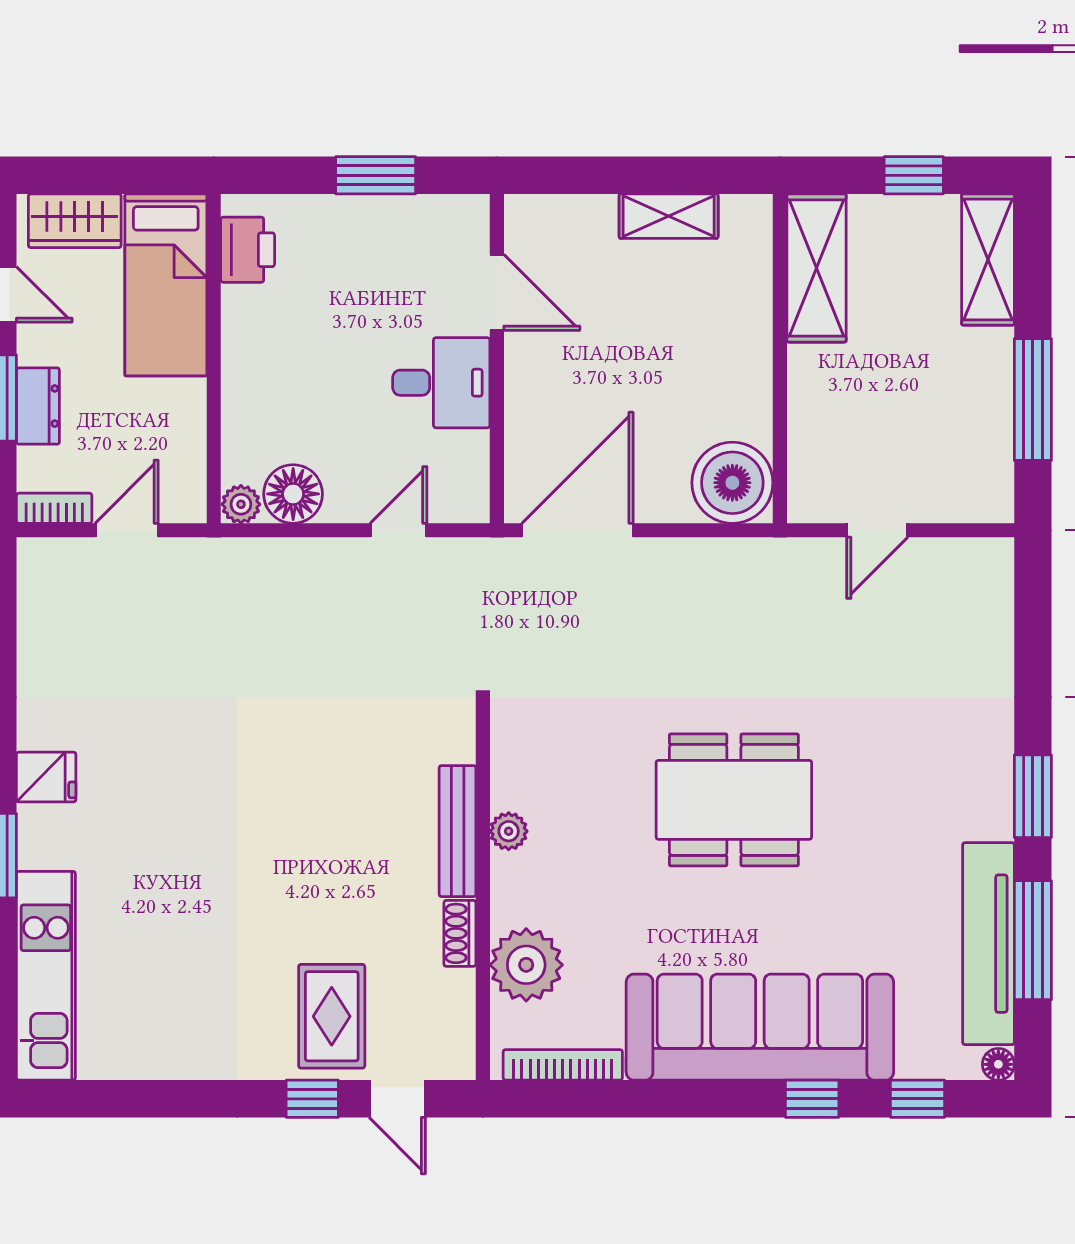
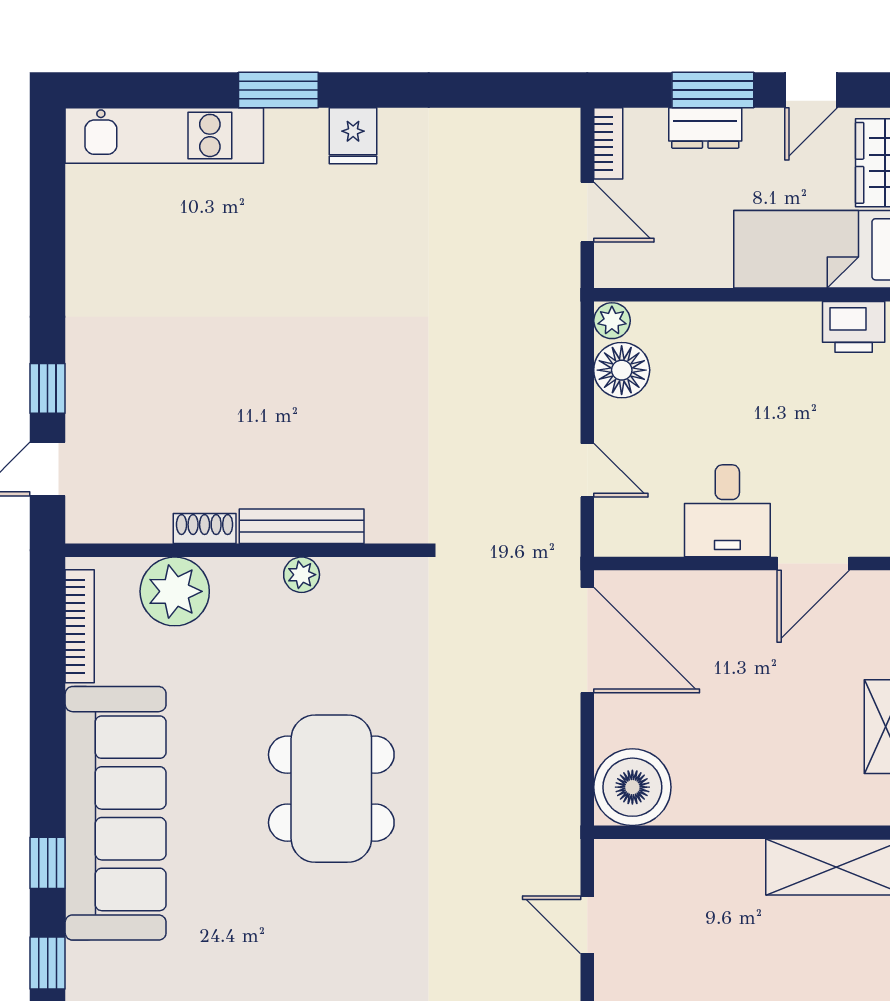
rug: (332, 1016) -> (126, 407), removed

